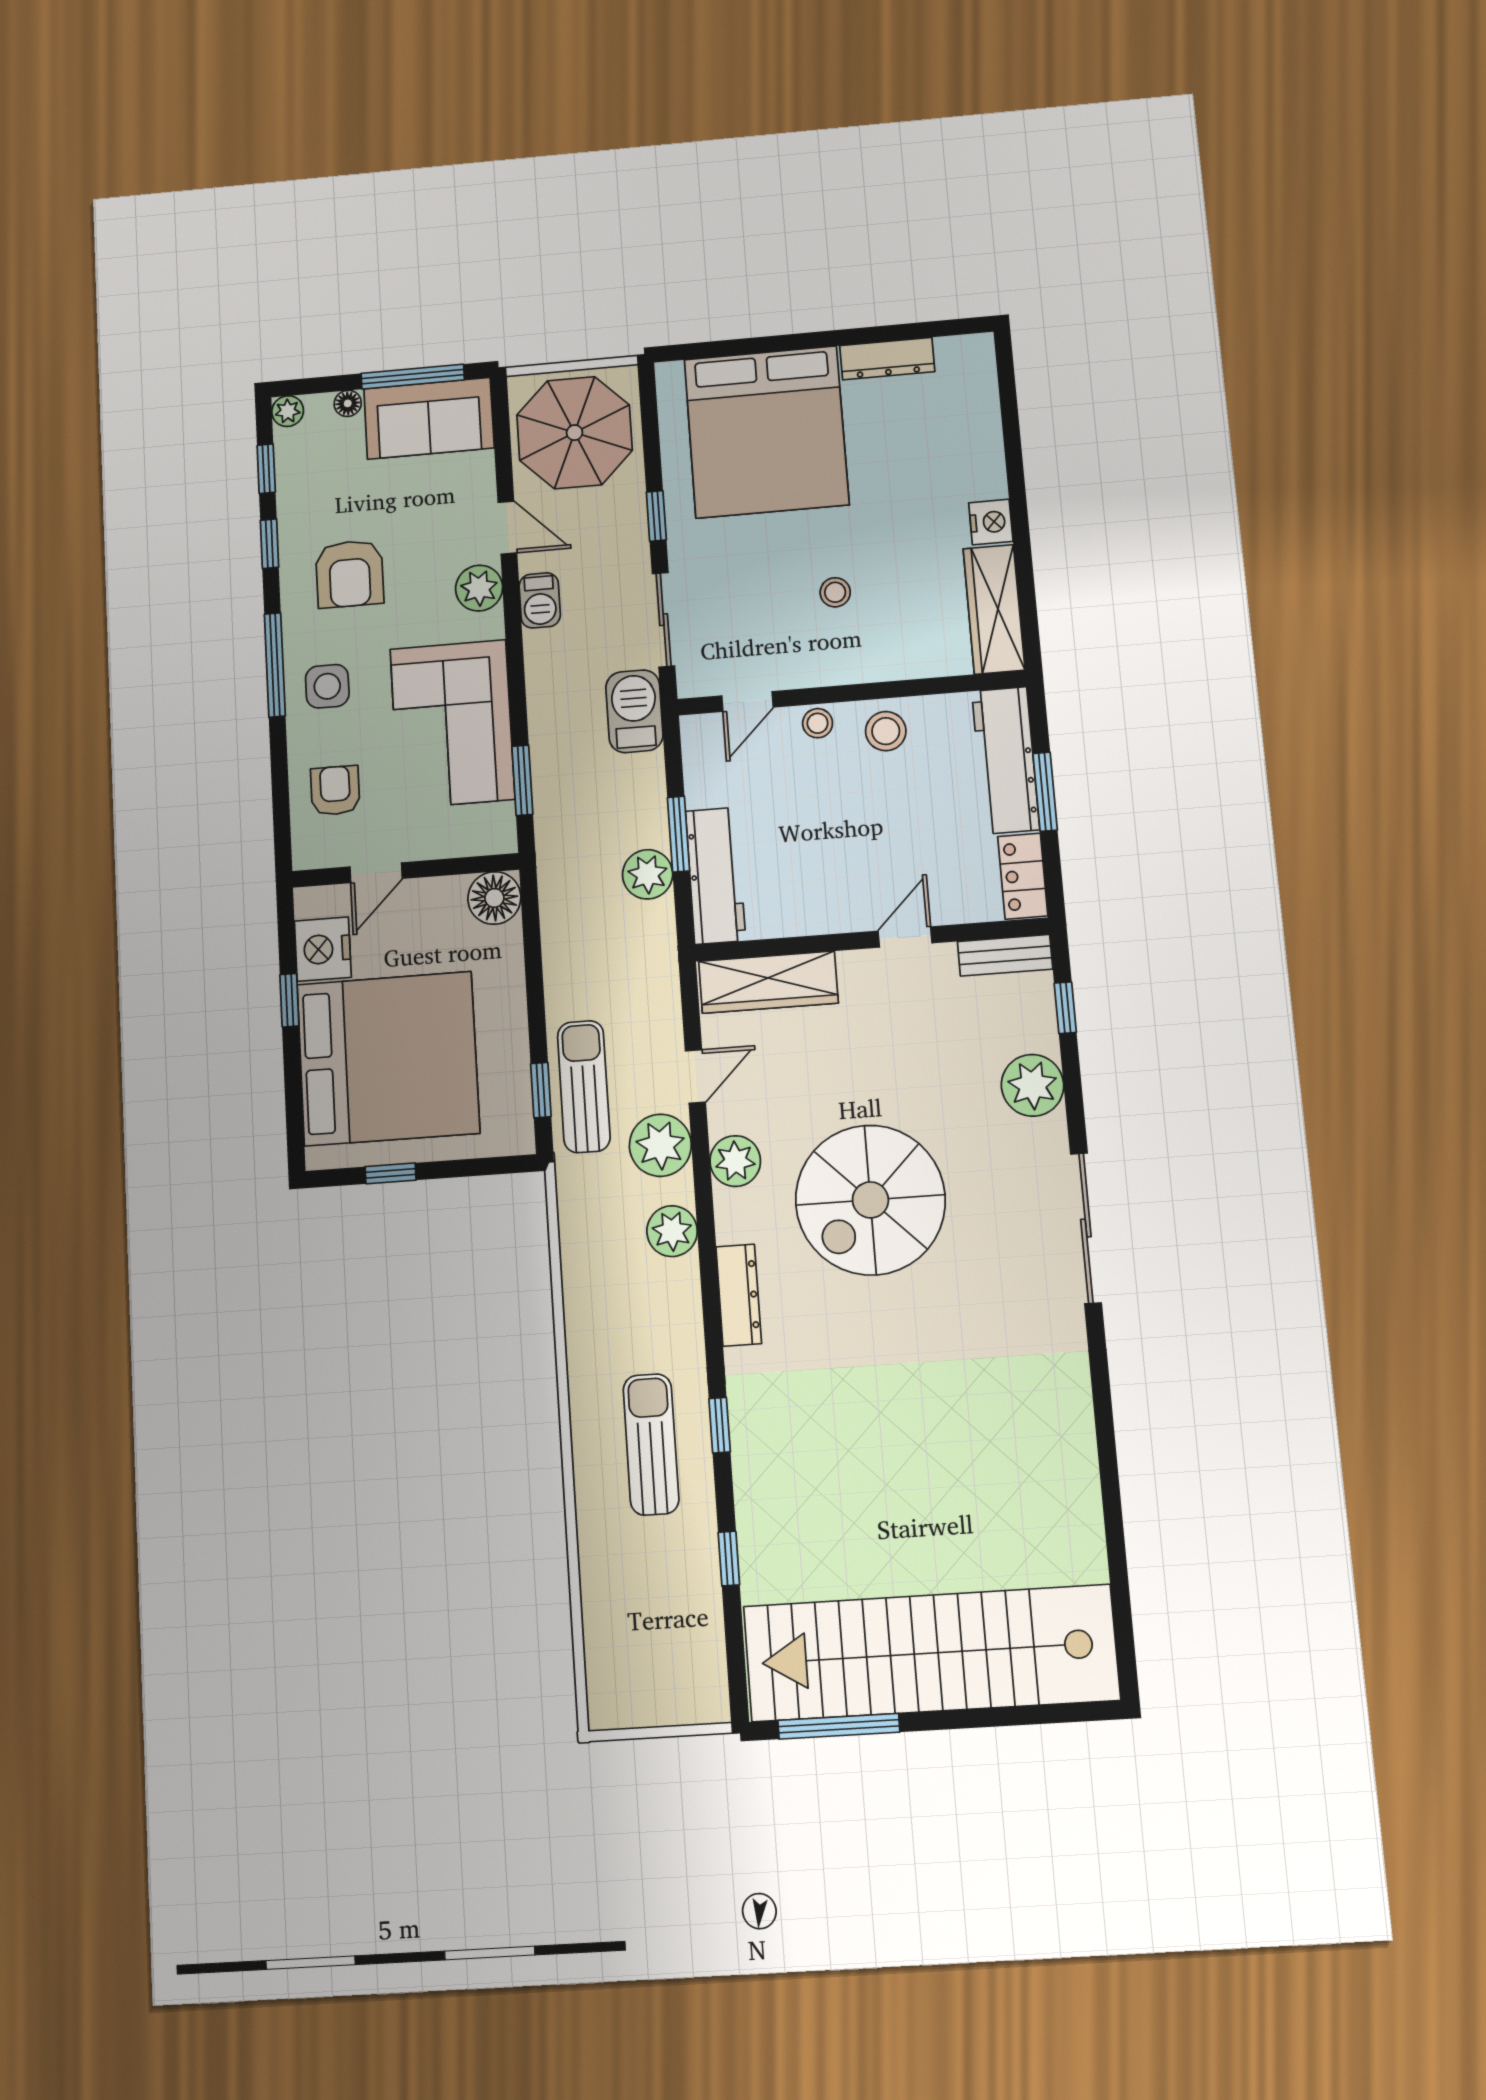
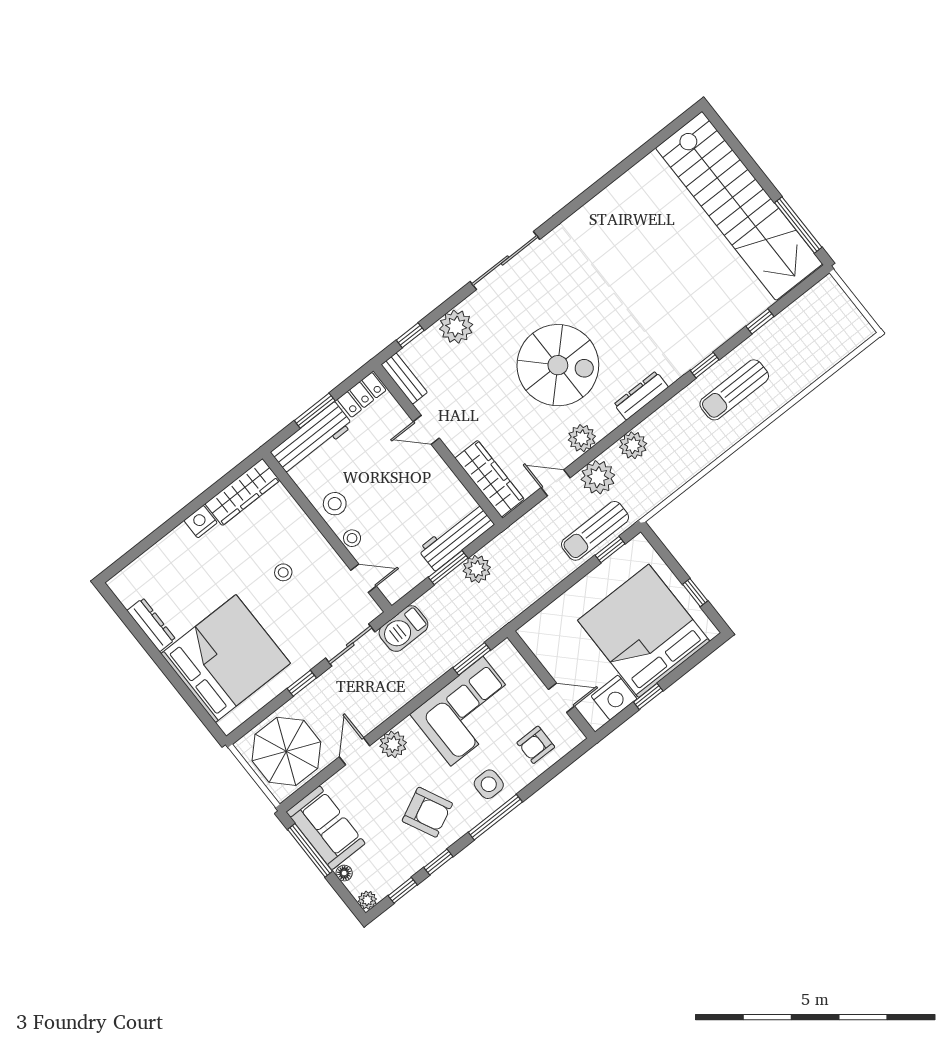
armchair: (350, 574) -> (427, 812), turned 64
barbecue: (540, 600) -> (380, 711), removed
floor lamp: (494, 898) -> (536, 633), removed

